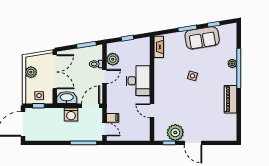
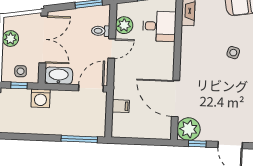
desk: (138, 81) -> (159, 26), moved, width x0.73
door: (152, 111) -> (175, 99), width x1.88
washing machine: (71, 115) -> (41, 98), moved
door: (104, 129) -> (109, 121), removed
plant: (175, 132) -> (189, 129), moved

